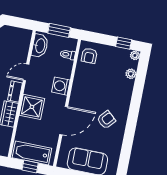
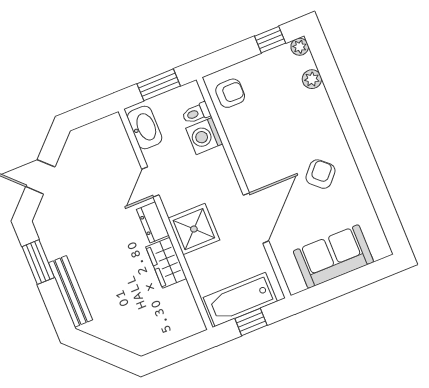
armchair: (89, 56) -> (230, 93), turned -90
washing machine: (61, 86) -> (204, 136), moved

